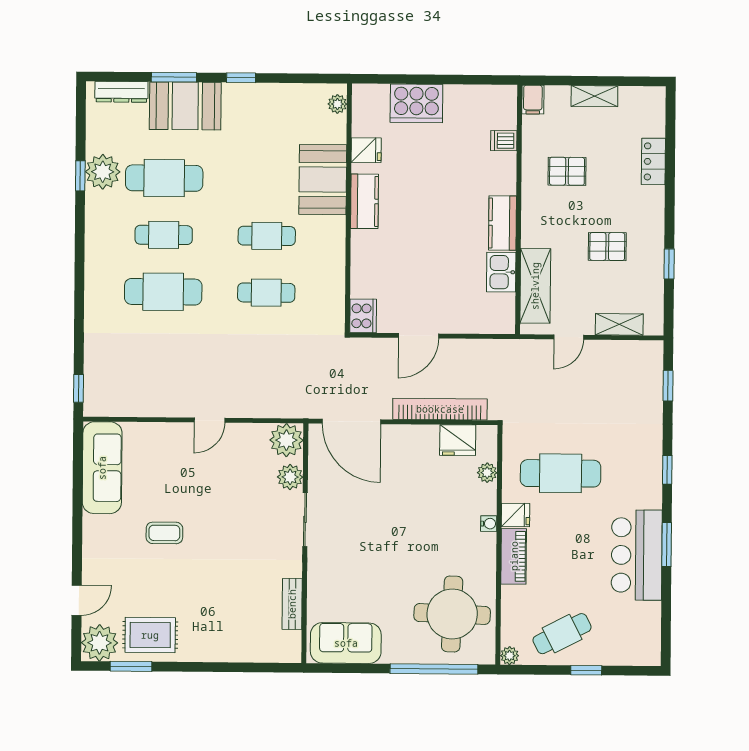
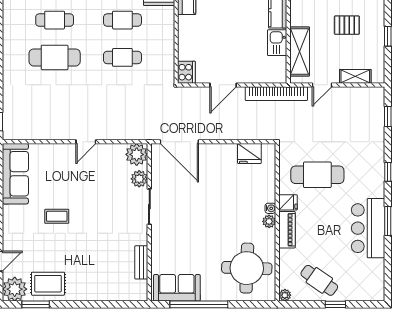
bookcase: (440, 409) -> (276, 94), moved, turned 180
plant: (487, 473) -> (269, 221), moved
cafe table: (562, 634) -> (319, 280), turned 62
window: (434, 669) -> (199, 304), moved

